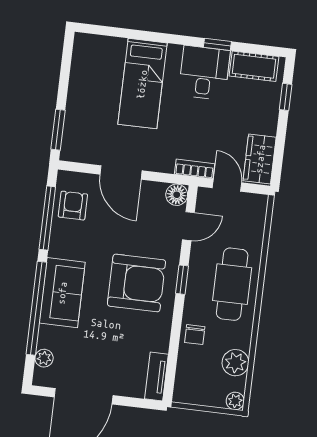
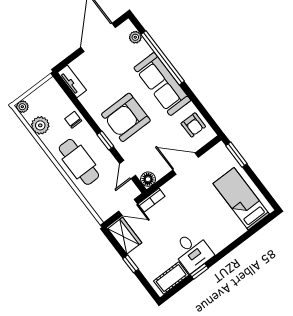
bed: (142, 84) -> (241, 199), moved
window: (286, 97) -> (131, 264), moved
window: (47, 218) -> (200, 107), removed
sofa: (62, 293) -> (162, 84), width x1.36

